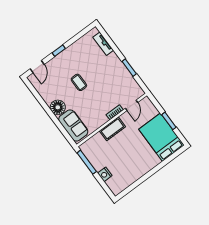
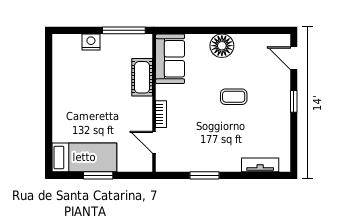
sofa: (73, 126) -> (170, 59), moved, turned -90
cot: (112, 129) -> (142, 77), moved
bed: (161, 137) -> (84, 157), width x0.67

